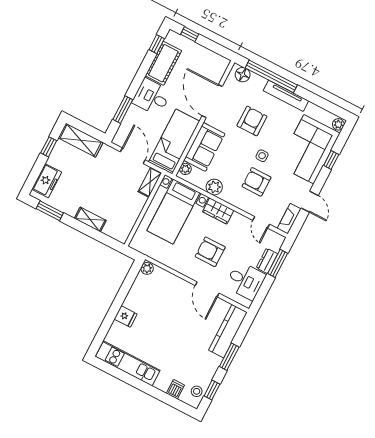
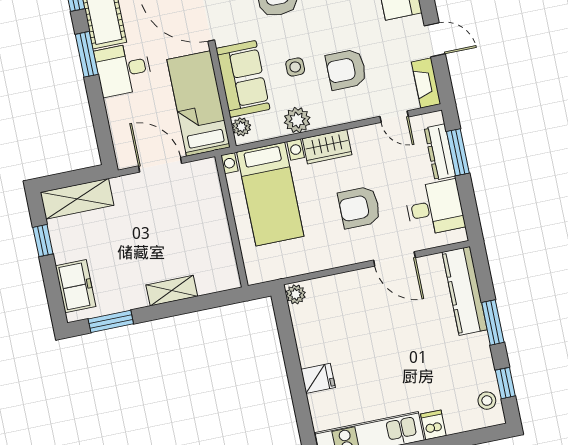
window: (123, 110) -> (87, 54), moved
side table: (262, 156) -> (295, 67), moved
shelving: (150, 182) -> (210, 181), removed
dresser: (267, 261) -> (440, 152), width x1.44
dishwasher: (175, 389) -> (433, 425), moved

